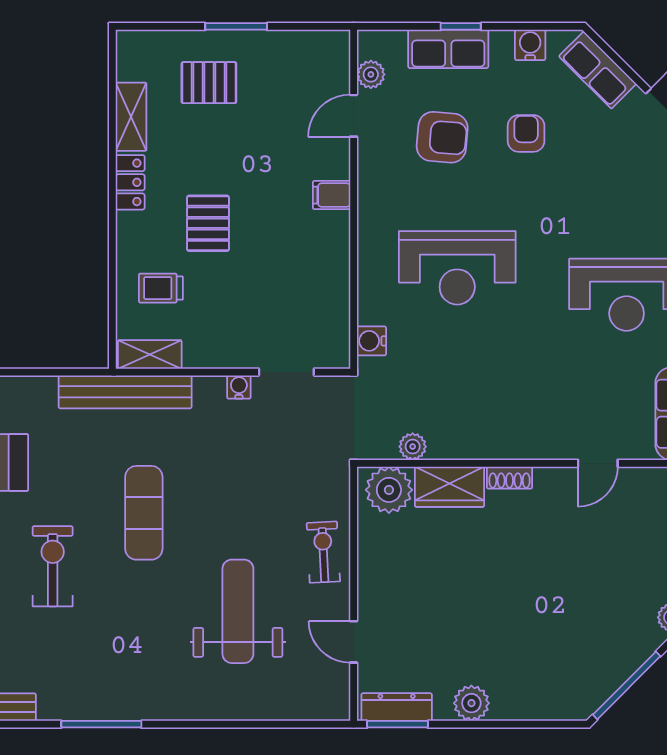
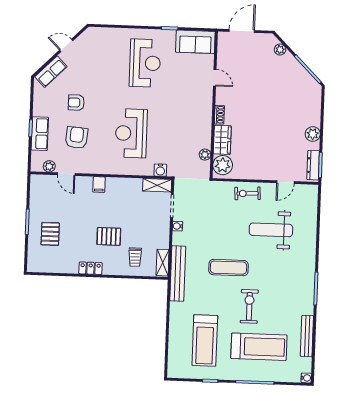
water cooler: (530, 45) -> (39, 99), removed
shelving: (131, 117) -> (157, 185), moved
reception desk: (457, 268) -> (131, 133), turned 180
exercise bike: (53, 566) -> (249, 306), turned 90

